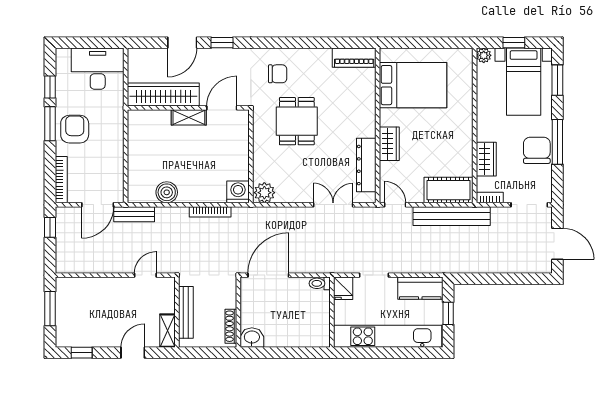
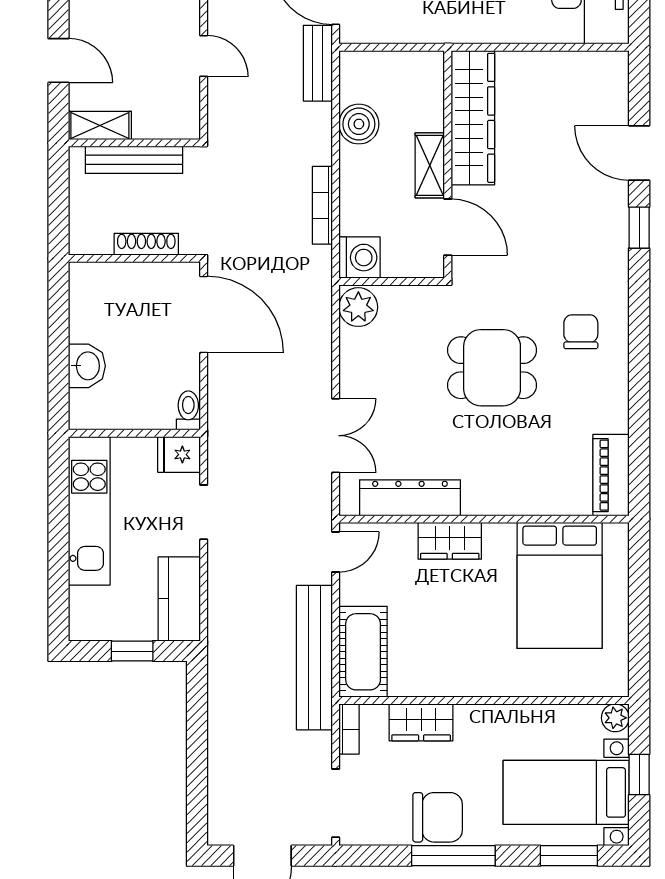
chair: (278, 74) -> (581, 332), turned 180
wardrobe: (163, 94) -> (473, 118), moved
wall: (188, 108) -> (448, 164), moved
door: (222, 108) -> (448, 227), moved
shelving: (189, 117) -> (430, 165), moved
door: (145, 275) -> (204, 56), moved
shoe rack: (231, 326) -> (146, 244), moved
kitchen unit: (388, 336) -> (89, 511), width x0.73
washbasin: (252, 338) -> (87, 366), moved

